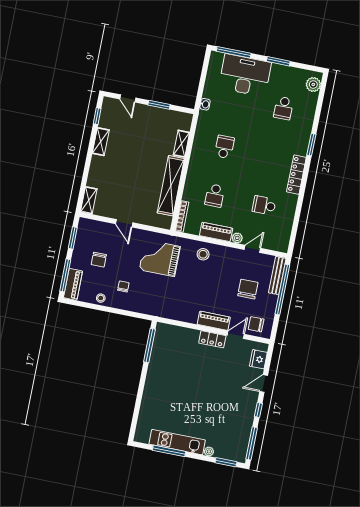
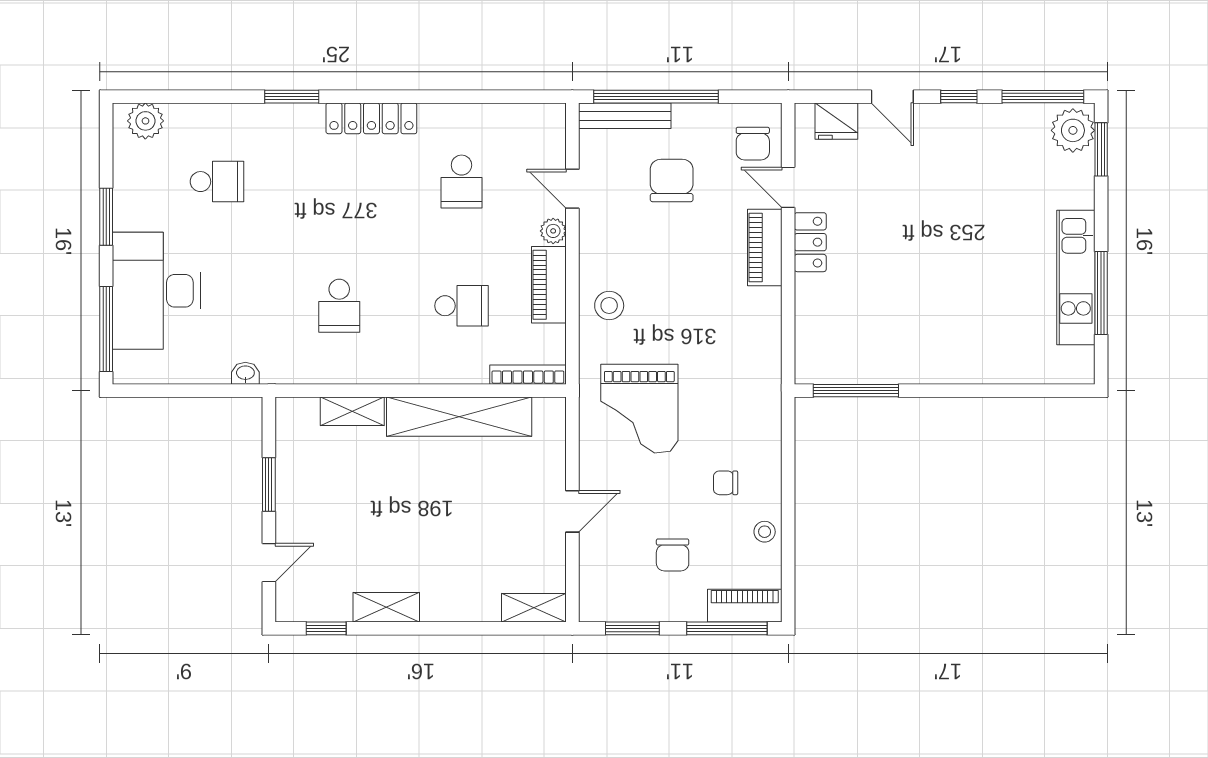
school desk: (224, 147) -> (339, 306), turned -90
chair: (99, 260) -> (673, 555), turned 90
chair: (248, 289) -> (672, 181), turned 90
plant: (209, 451) -> (1073, 130), moved, width x1.88, depth x1.88

